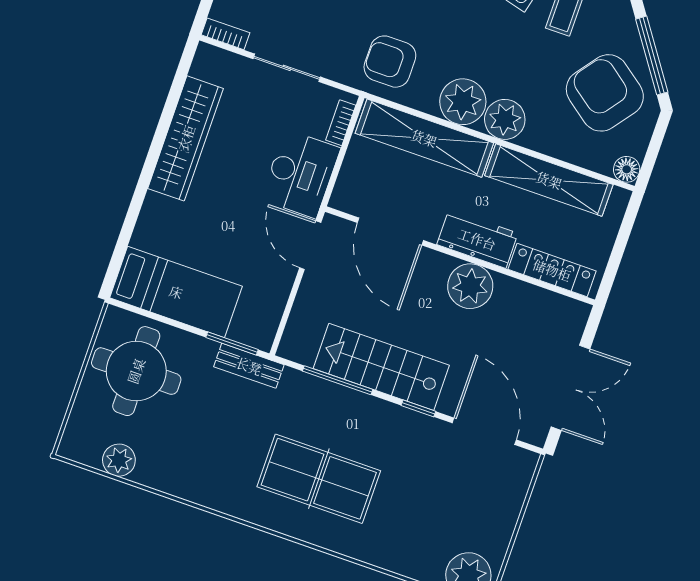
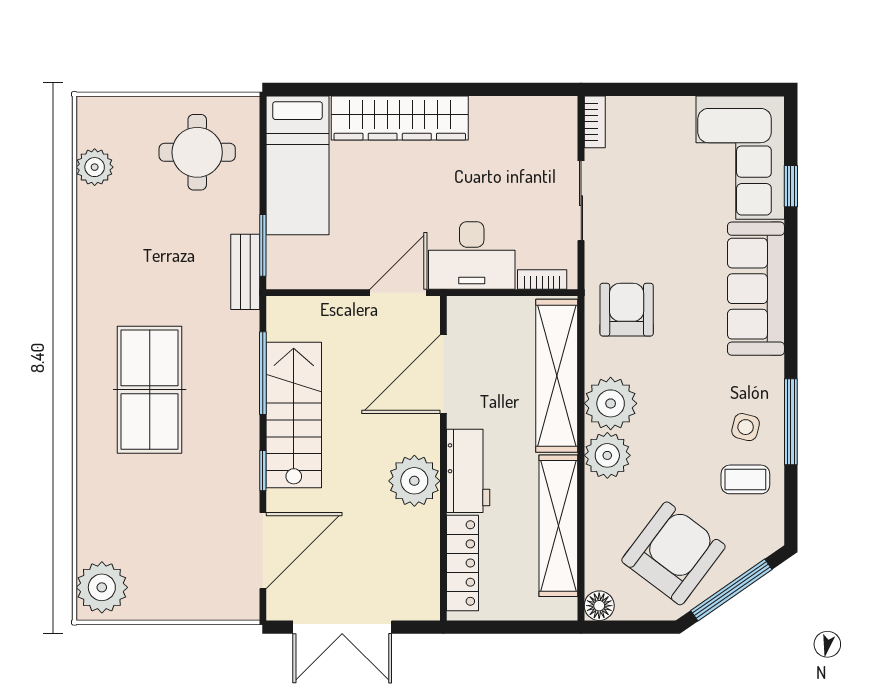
wardrobe: (186, 138) -> (400, 118), moved
round table: (136, 371) -> (197, 152), width x0.73, depth x0.73

